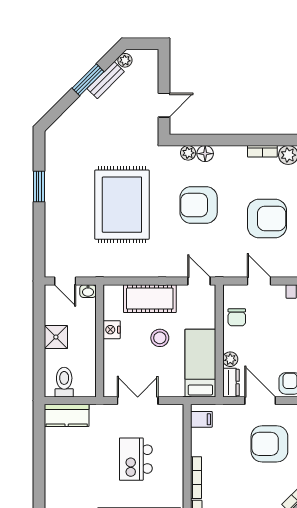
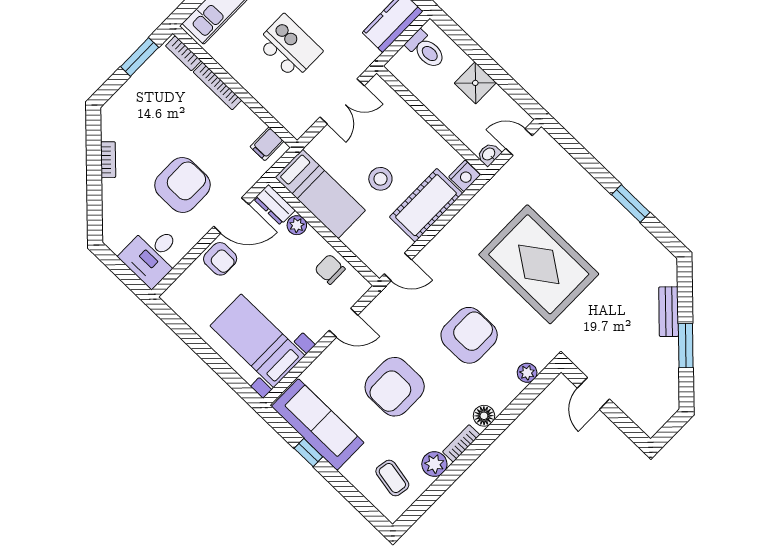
plant: (125, 60) -> (670, 398), removed
bench: (106, 80) -> (669, 312), moved
floor lamp: (205, 154) -> (484, 416), moved
nightstand: (112, 330) -> (465, 176), moved, turned 90

